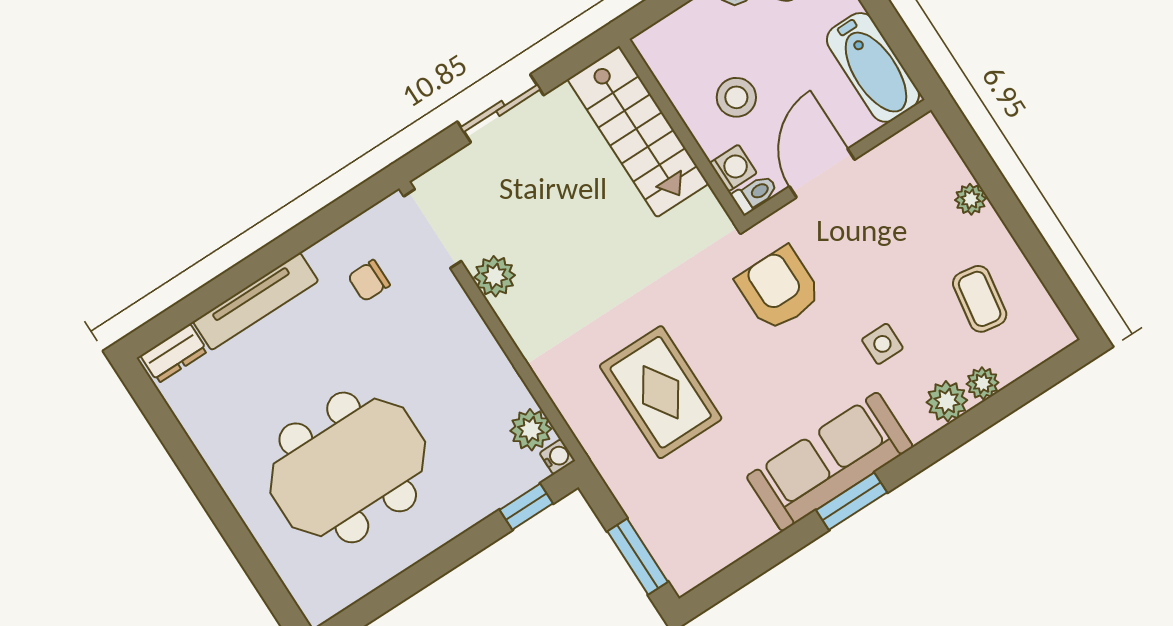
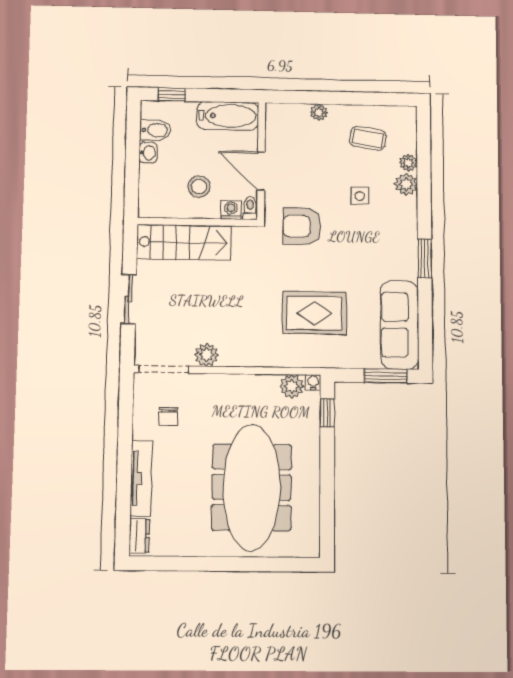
sofa: (830, 462) -> (400, 325), moved
meeting table: (348, 467) -> (252, 487), width x1.36

